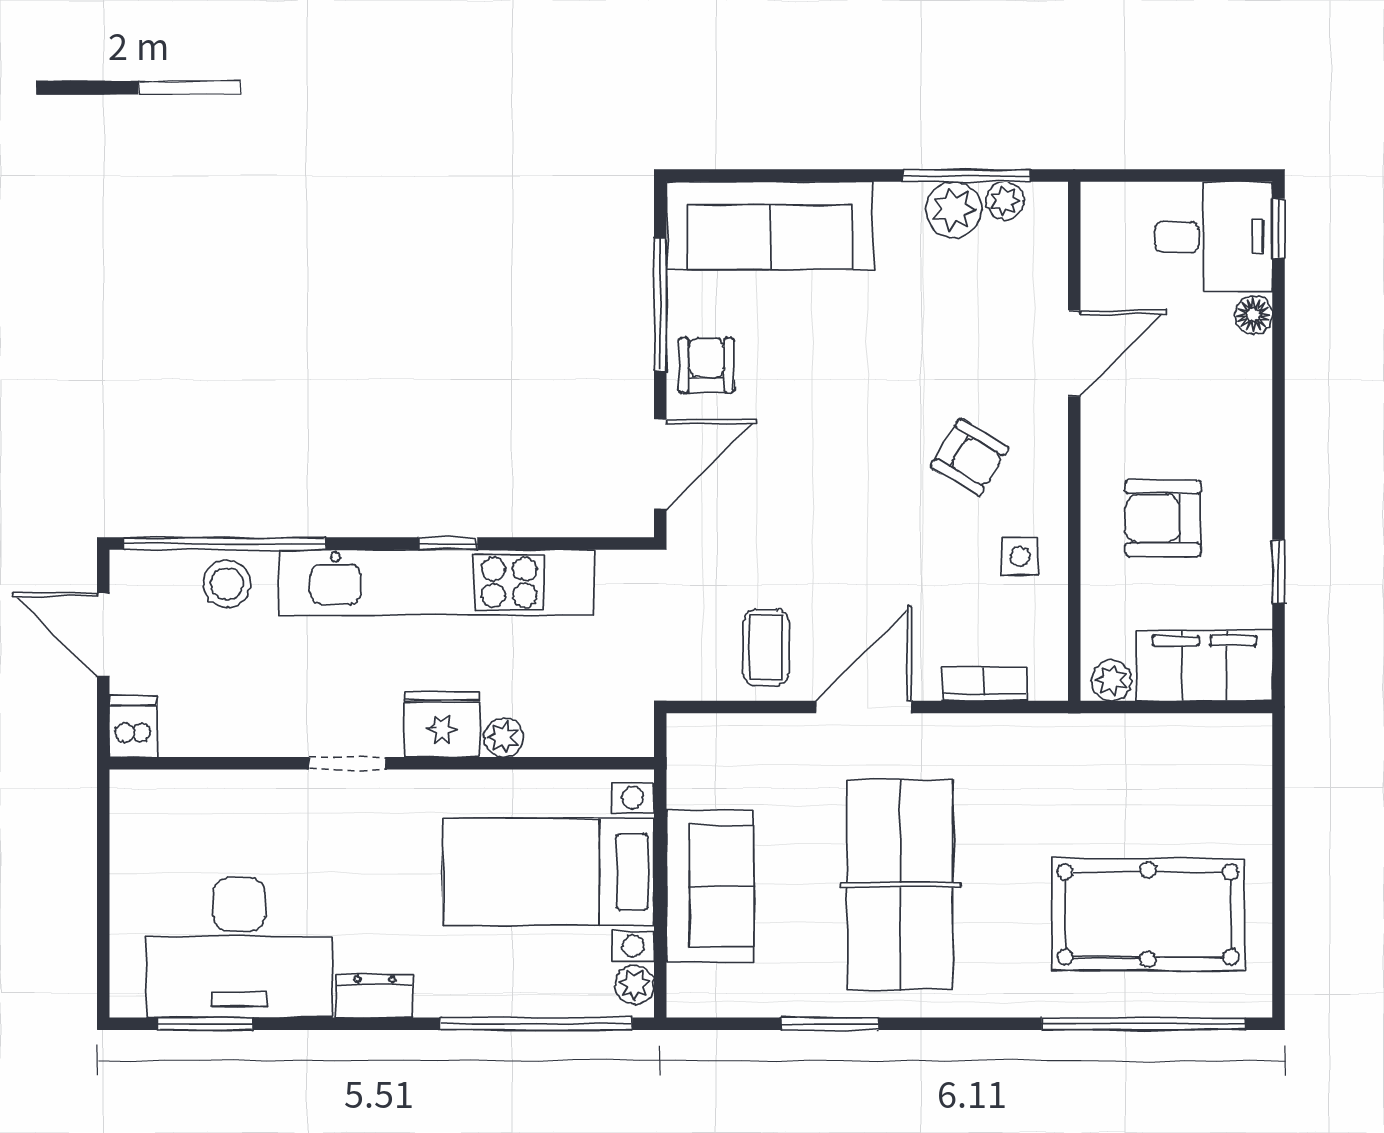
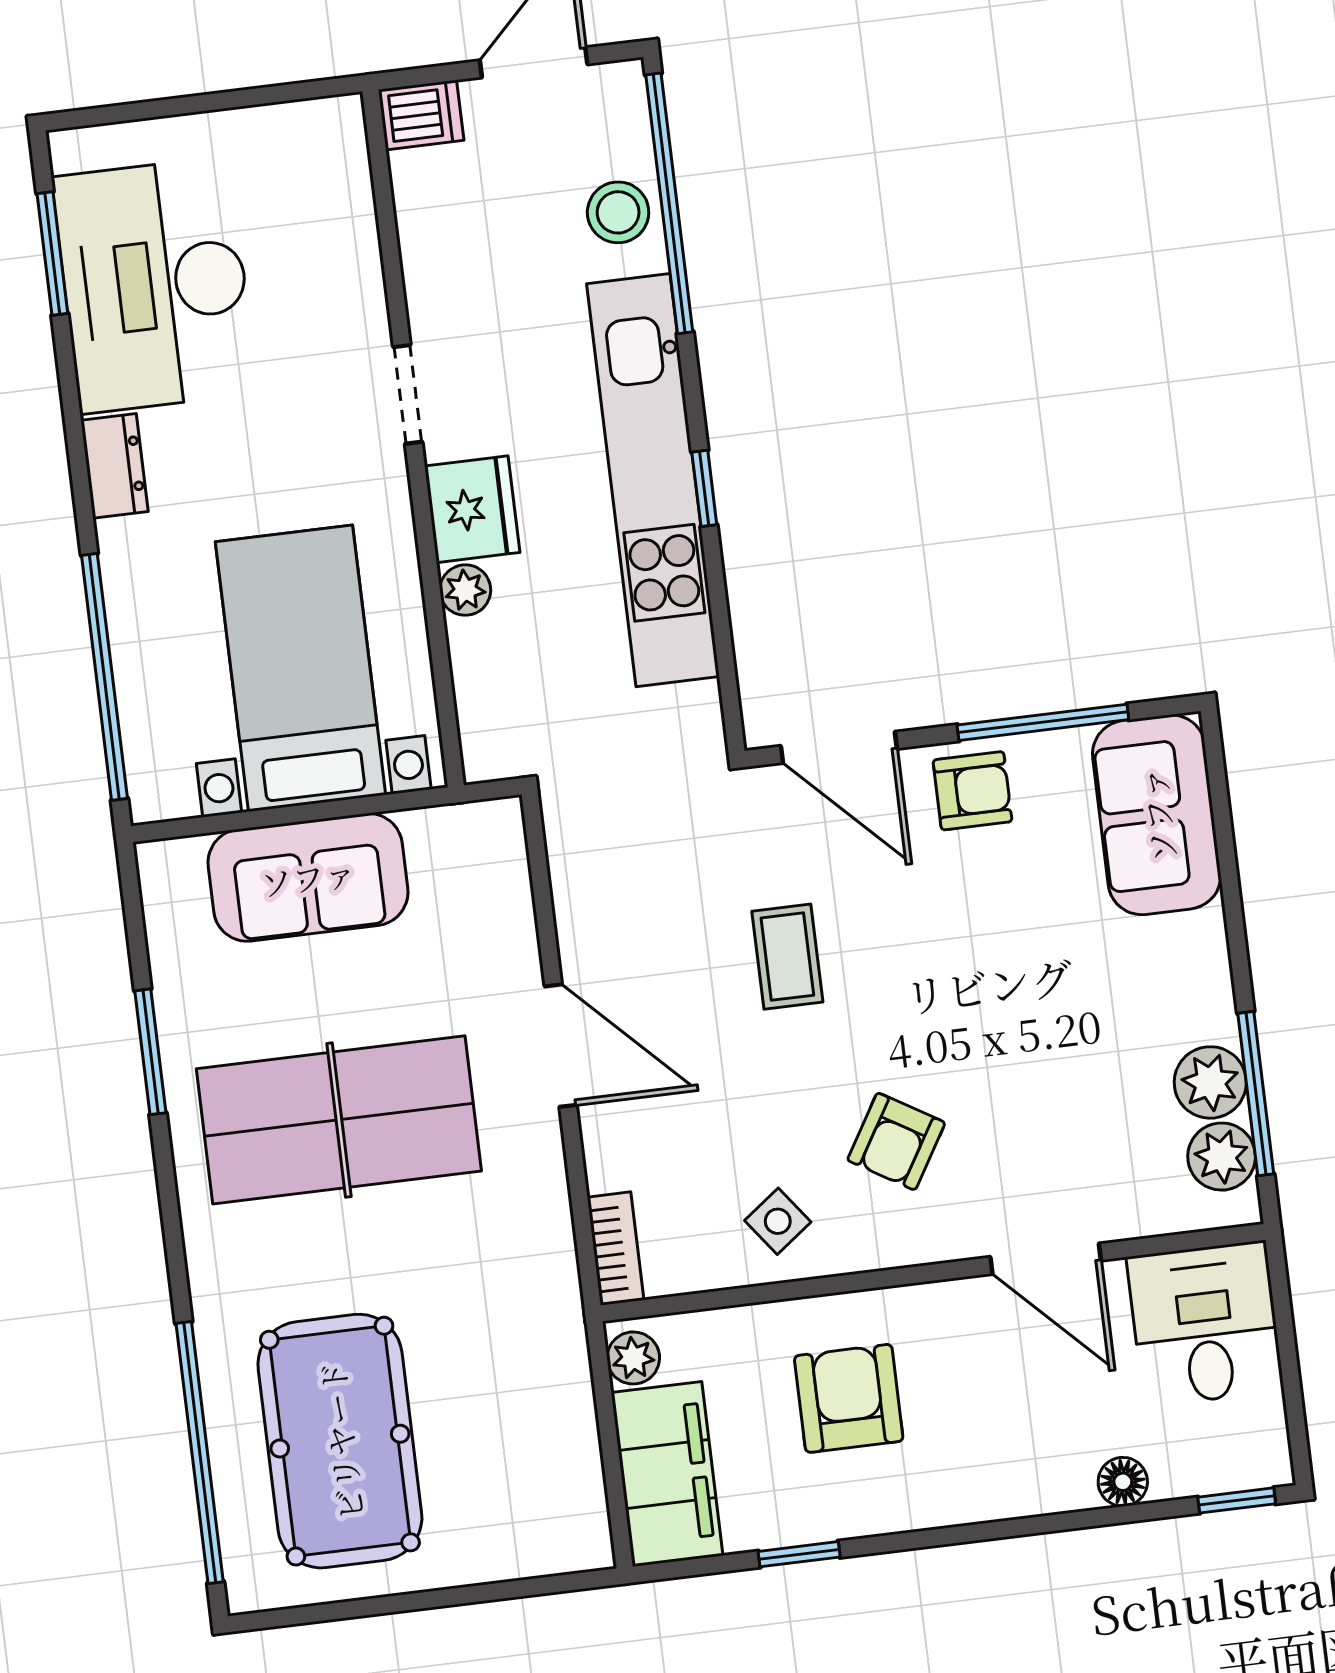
plant: (1005, 201) -> (1222, 1157), width x1.38, depth x1.38
sofa: (770, 226) -> (1157, 815), width x0.73
desk: (1213, 237) -> (1205, 1324), moved, turned 180
side table: (1020, 556) -> (778, 1221), turned -37
coffee table: (766, 648) -> (787, 957), moved, turned 90
bookcase: (984, 684) -> (615, 1249), moved
plant: (635, 985) -> (170, 796), removed

